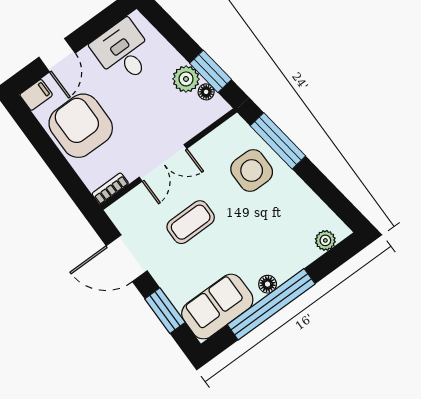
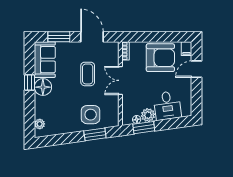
desk: (123, 52) -> (167, 105), moved, turned 82
door: (57, 55) -> (197, 69), hinge flipped
window: (278, 141) -> (95, 134), width x0.69
door: (127, 258) -> (92, 37), hinge flipped
floor lamp: (268, 284) -> (43, 87), width x1.89, depth x1.89
window: (271, 304) -> (30, 82), width x0.32

